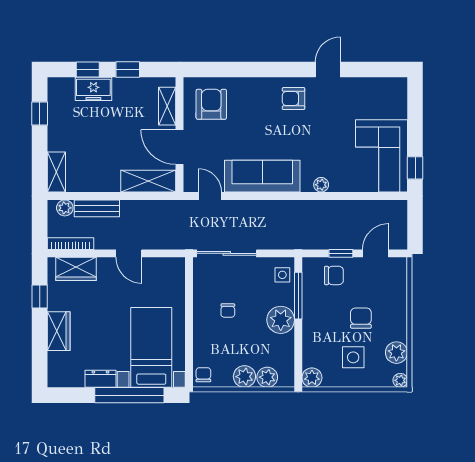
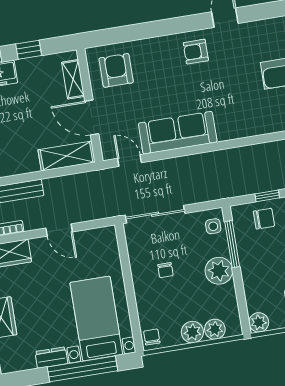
plant: (321, 185) -> (237, 132), removed

